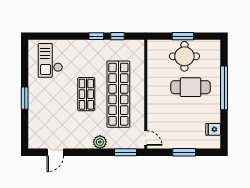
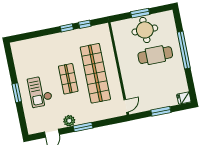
checkout: (50, 60) -> (40, 91), moved
fridge: (213, 129) -> (184, 98), moved
door: (146, 138) -> (126, 106), hinge flipped
plant: (100, 142) -> (69, 121), moved
window: (126, 152) -> (83, 127), moved

